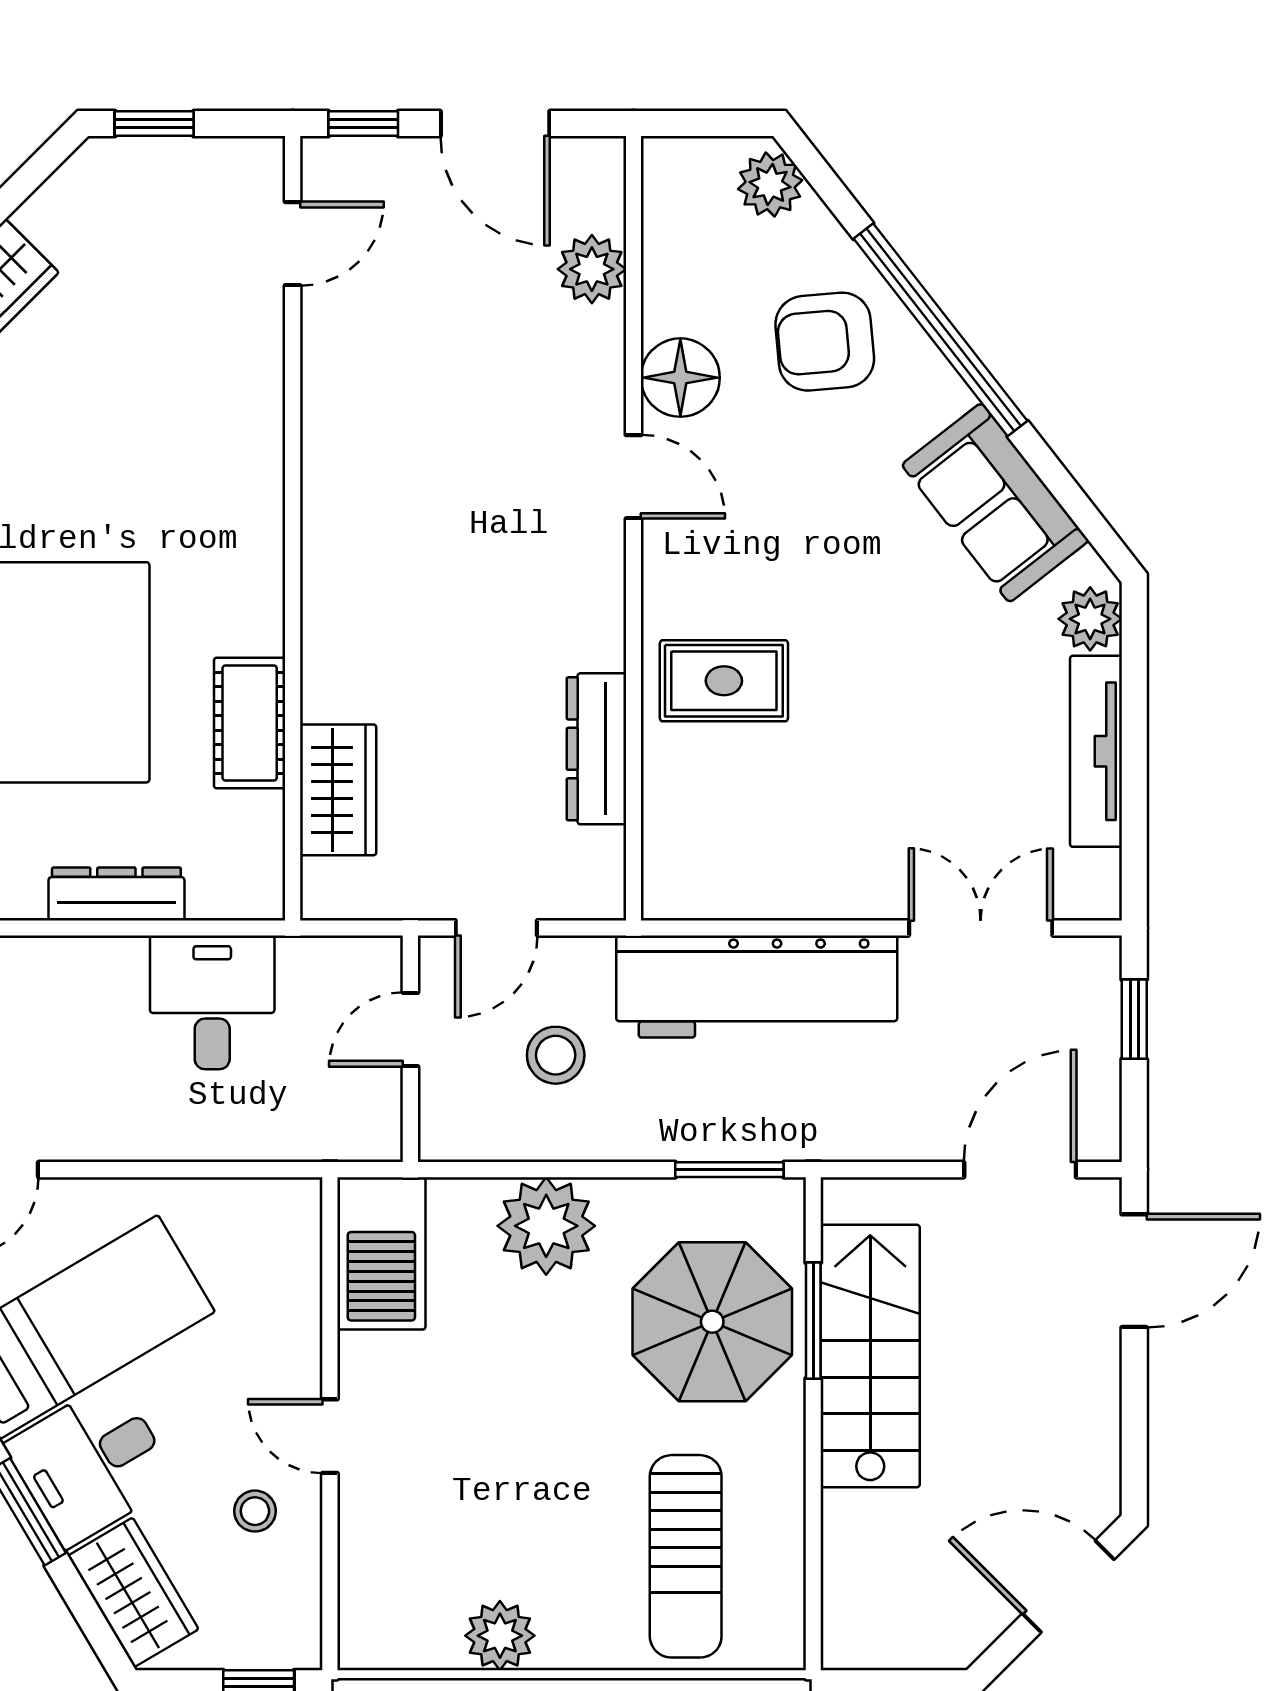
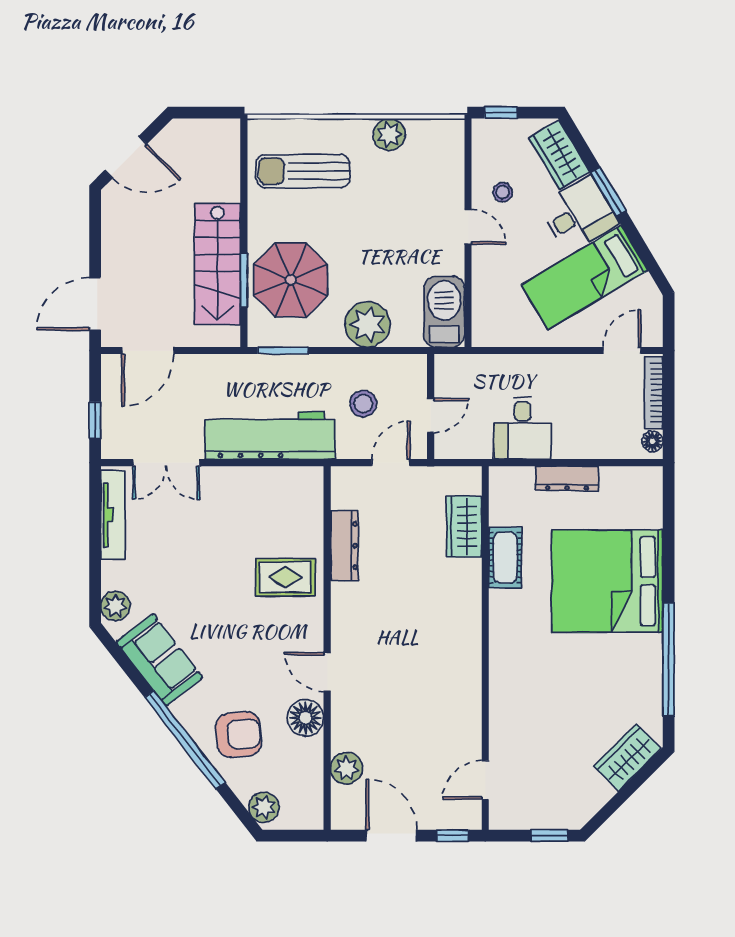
tv unit: (1096, 751) -> (113, 515), moved
sun lounger: (686, 1556) -> (303, 171), turned -90

